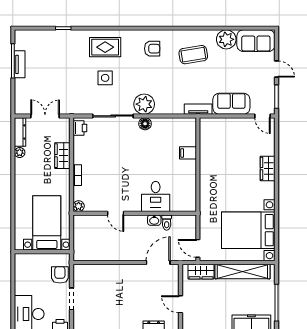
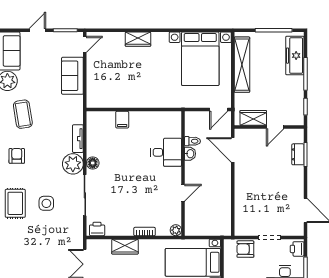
tv unit: (198, 109) -> (78, 139), moved
wardrobe: (201, 272) -> (253, 118), moved, turned -90

